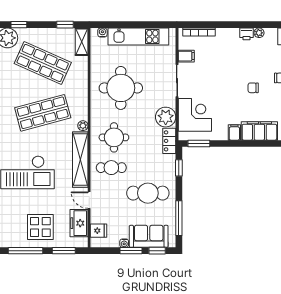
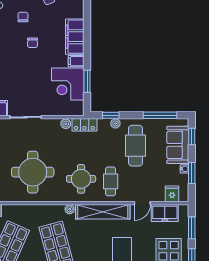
corner desk: (195, 115) -> (68, 84), moved, turned -90
plant: (166, 117) -> (66, 124), width x0.53, depth x0.53
window: (199, 143) -> (87, 81), moved
plant: (171, 173) -> (115, 123), added
window: (131, 251) -> (192, 173), moved

